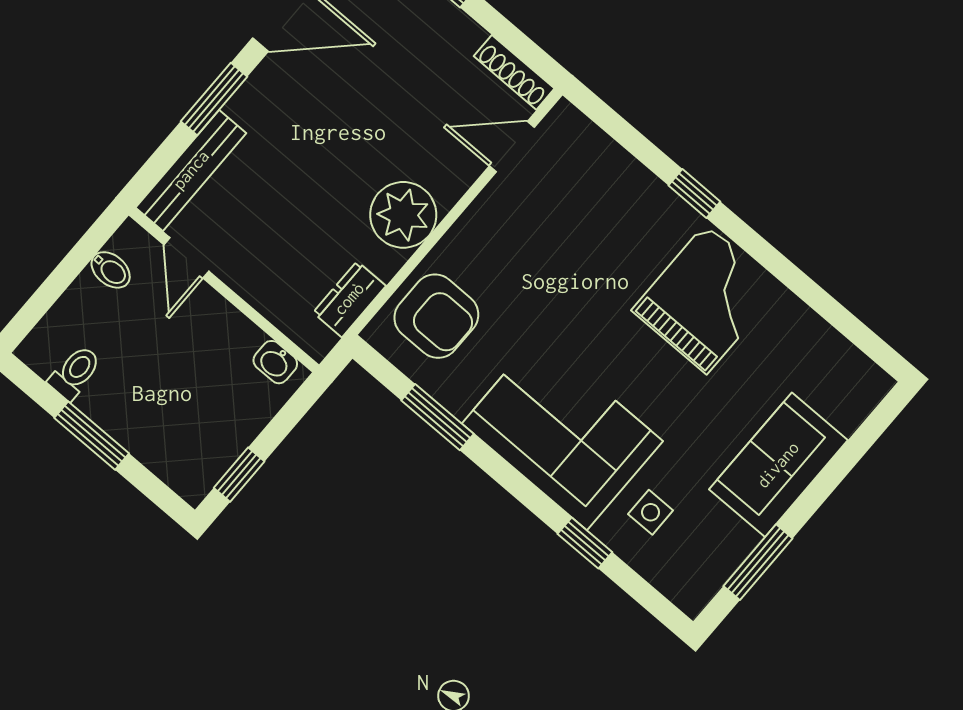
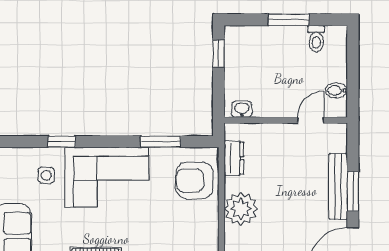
bench: (191, 170) -> (338, 186), moved
door: (186, 258) -> (311, 120), hinge flipped

